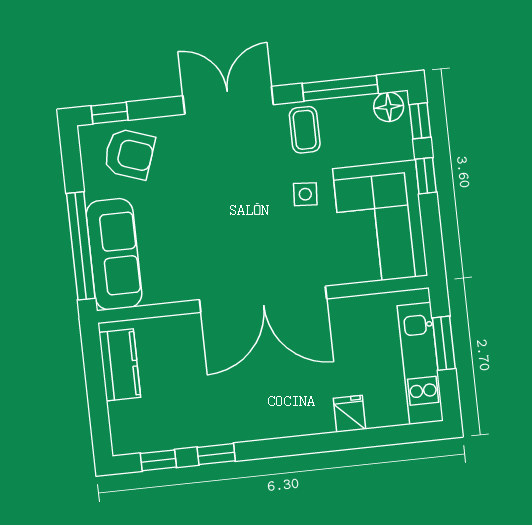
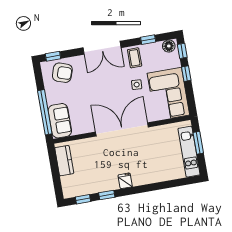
window: (340, 88) -> (148, 40), width x0.46
double door: (228, 100) -> (102, 48), swing flipped
sofa: (114, 254) -> (60, 121), width x0.73
double door: (263, 299) -> (122, 129), swing flipped
fridge: (350, 414) -> (125, 181), moved

